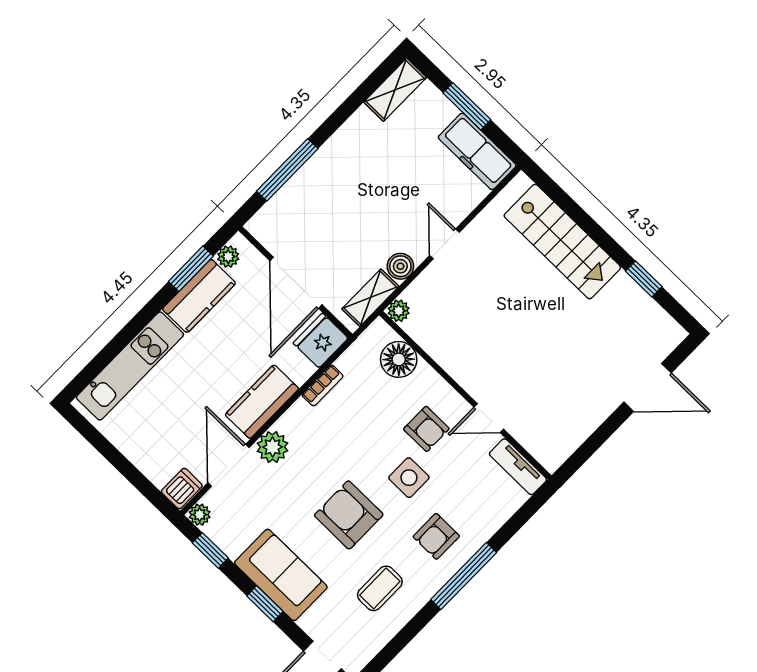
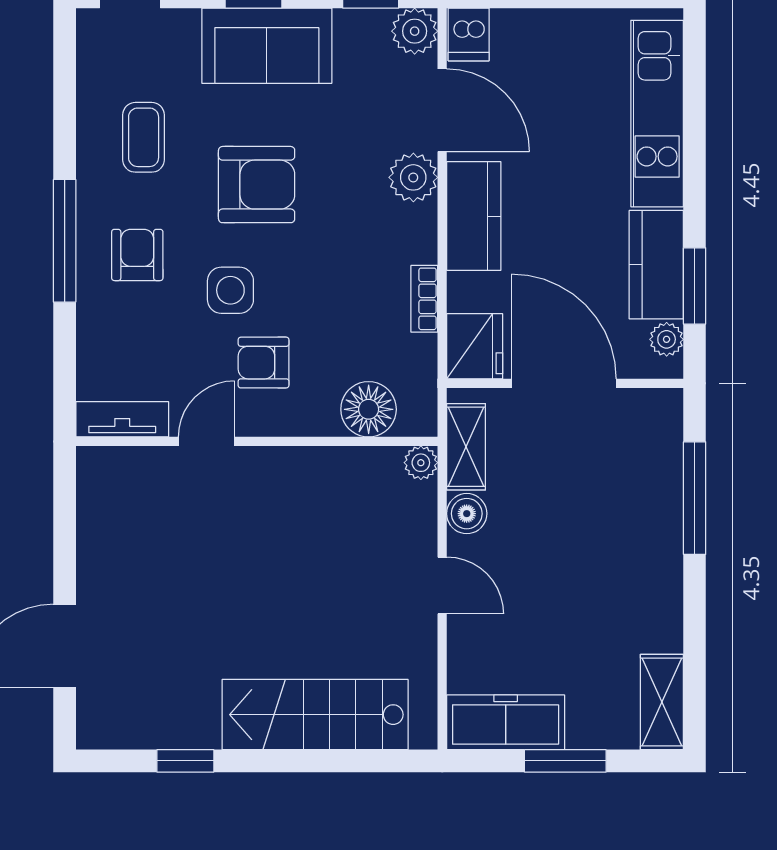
plant: (200, 515) -> (415, 31), width x1.38, depth x1.38

